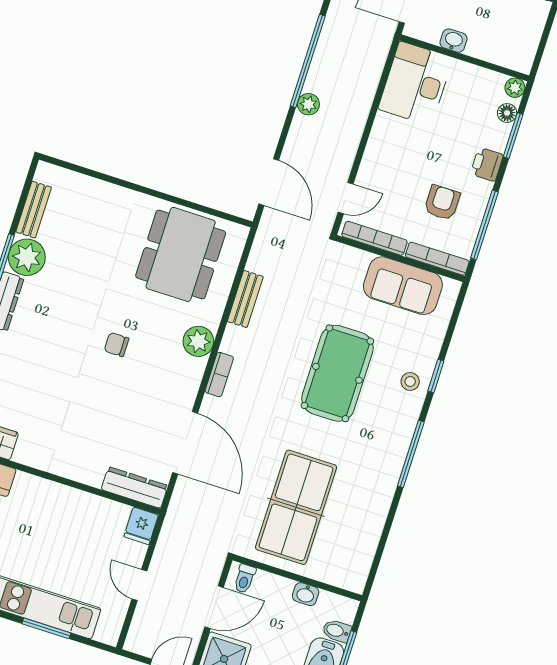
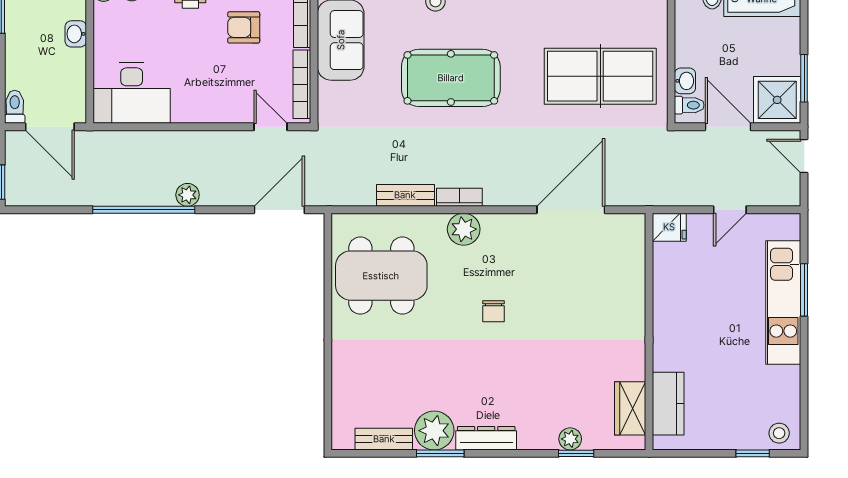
washbasin: (454, 41) -> (76, 34), moved
bookcase: (219, 374) -> (459, 197), moved
dresser: (135, 488) -> (633, 246), removed
washbasin: (306, 594) -> (685, 81), moved

